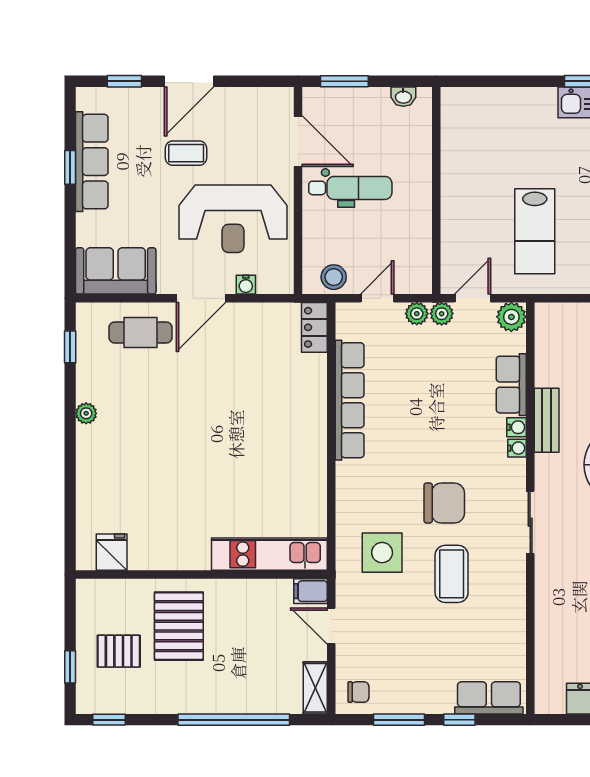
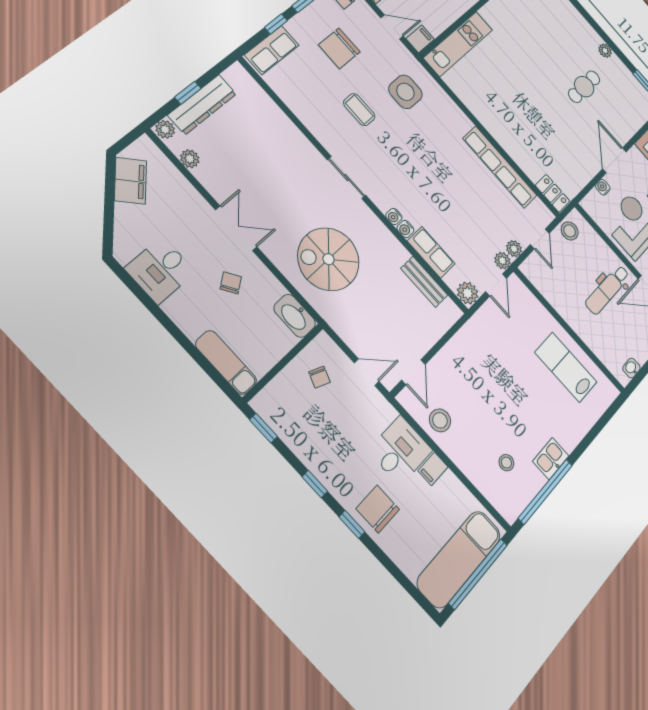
lab bench: (535, 231) -> (566, 367), moved
cafe table: (141, 333) -> (584, 87), moved
bench: (547, 420) -> (424, 282), moved
chair: (444, 503) -> (339, 48), moved
coffee table: (452, 574) -> (359, 110), width x0.73, depth x0.77

